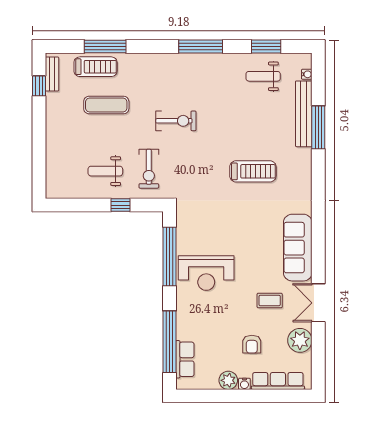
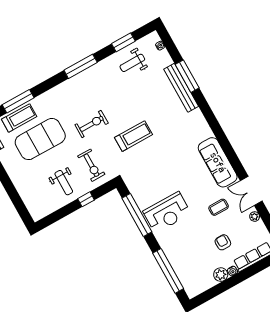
exercise mat: (106, 105) -> (40, 139), width x2.00, depth x1.45
bench: (304, 114) -> (181, 88), moved
weight bench: (105, 171) -> (64, 183), turned -90
treadmill: (253, 171) -> (134, 136), moved
plant: (300, 340) -> (255, 217), width x0.53, depth x0.53
armchair: (252, 344) -> (223, 242), turned 180
row of seats: (185, 359) -> (185, 277), removed

